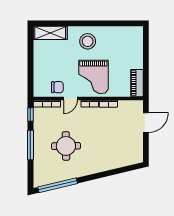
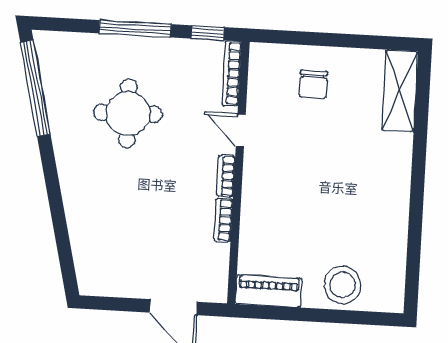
stool: (88, 41) -> (342, 285), moved
grand piano: (93, 77) -> (289, 188), removed
chair: (57, 87) -> (313, 84), moved

